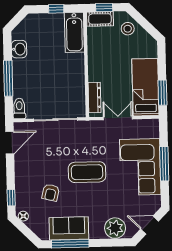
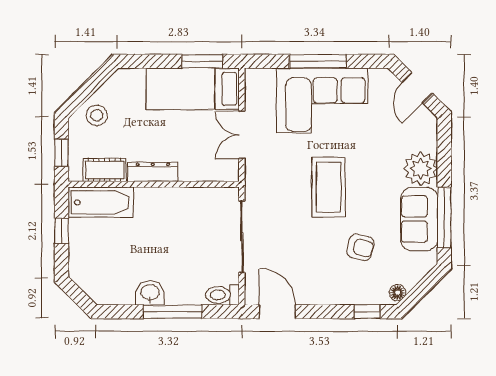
cot: (100, 19) -> (105, 170), moved, turned 90
washbasin: (19, 49) -> (150, 293), moved
dresser: (95, 97) -> (153, 172), moved
plant: (115, 228) -> (421, 169), moved

